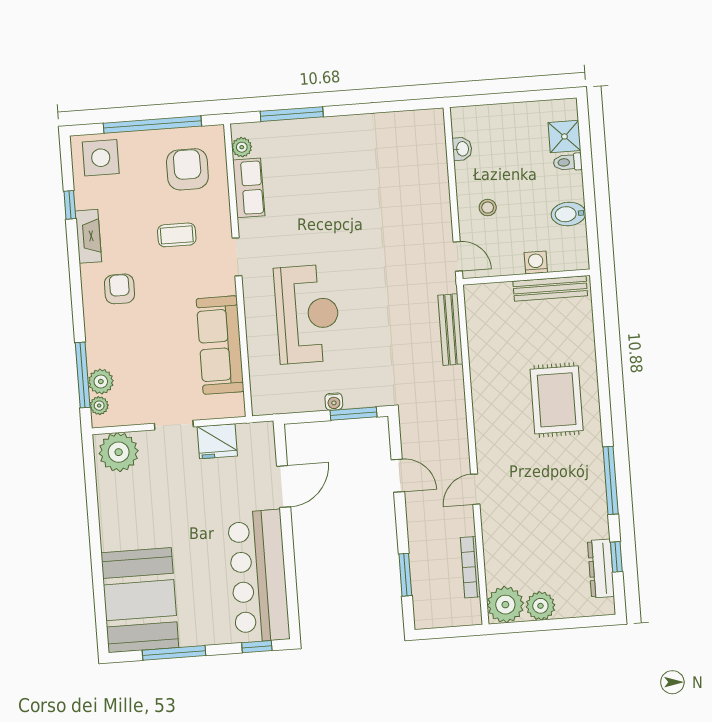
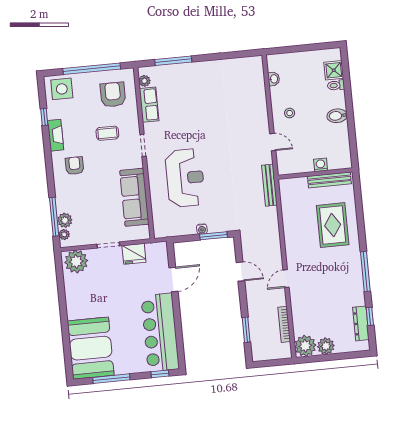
washing machine: (536, 262) -> (321, 165), moved
wall: (526, 277) -> (315, 174), moved
bench: (550, 289) -> (329, 180), moved

